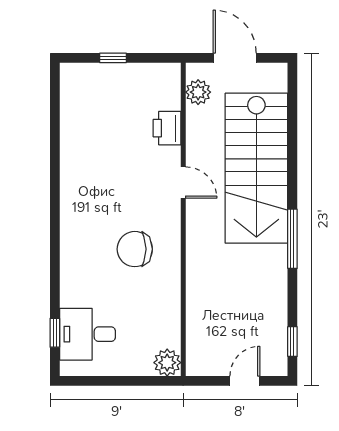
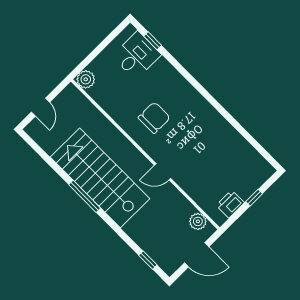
printer: (167, 128) -> (230, 204), moved, turned -90
stairs: (256, 168) -> (100, 178), moved
window: (292, 342) -> (148, 260), moved

